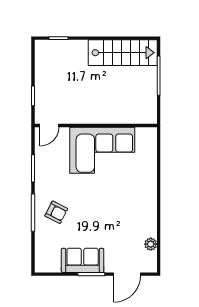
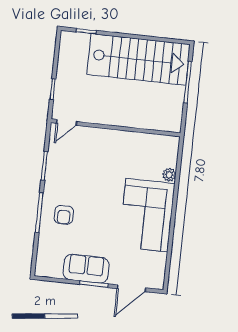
stairs: (123, 53) -> (138, 59), width x1.36, depth x1.51
corner sofa: (102, 150) -> (147, 215), moved, turned 90
armchair: (56, 212) -> (64, 215), turned 63
plant: (151, 244) -> (169, 175), moved

